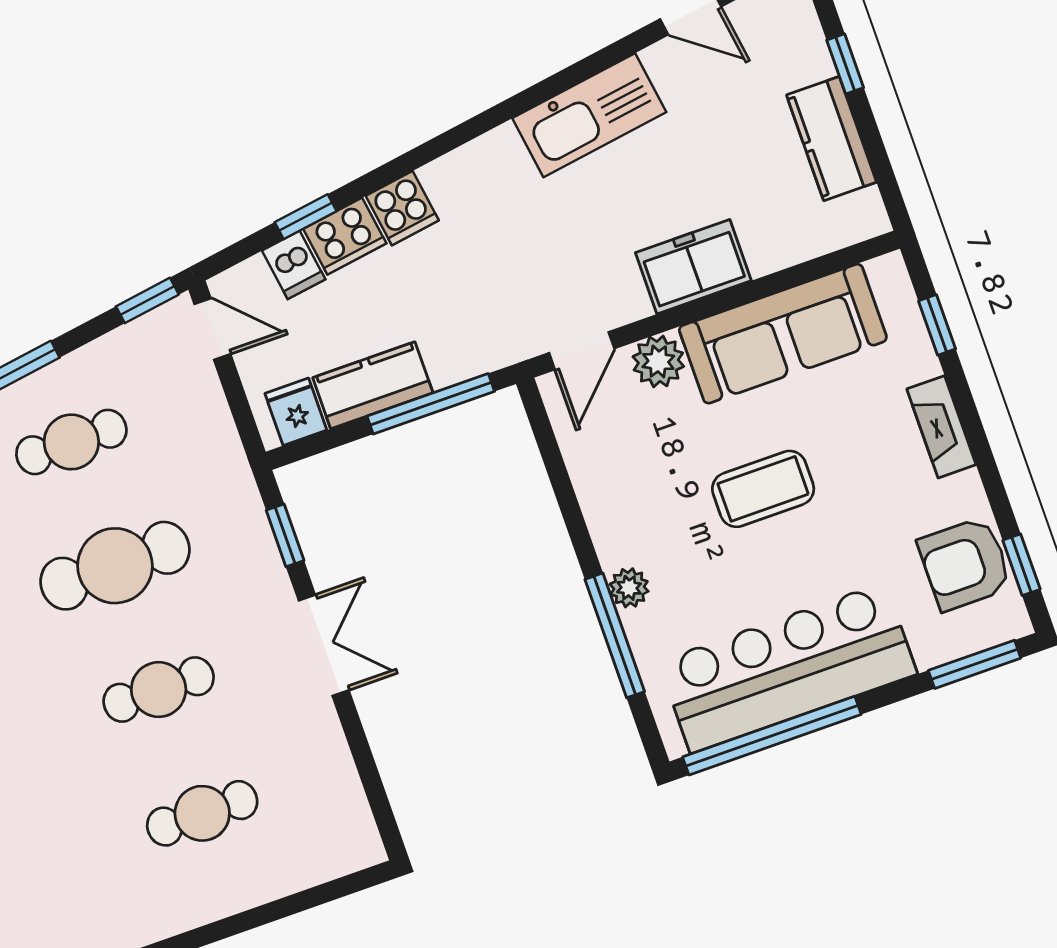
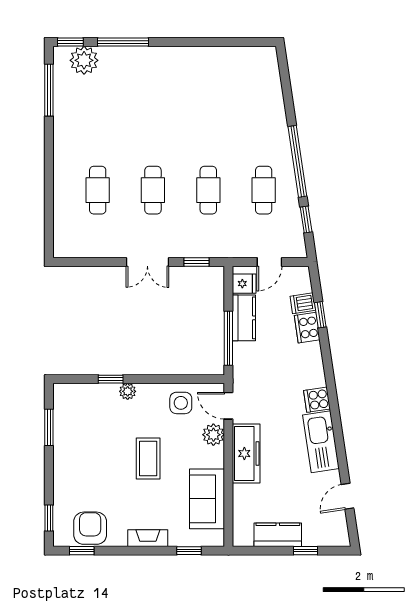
cooker: (402, 208) -> (317, 400), moved
freezer: (693, 267) -> (246, 453), width x1.40
window: (147, 300) -> (306, 220), moved
door: (212, 329) -> (269, 262), moved
sofa: (783, 334) -> (207, 499), width x0.73
side table: (613, 460) -> (181, 403), added
cafe table: (115, 566) -> (208, 190), width x0.73, depth x0.74
window: (615, 635) -> (111, 379), width x0.46
window: (975, 664) -> (49, 518), width x0.67
bar counter: (788, 668) -> (74, 443), removed
window: (772, 736) -> (49, 427), width x0.47

